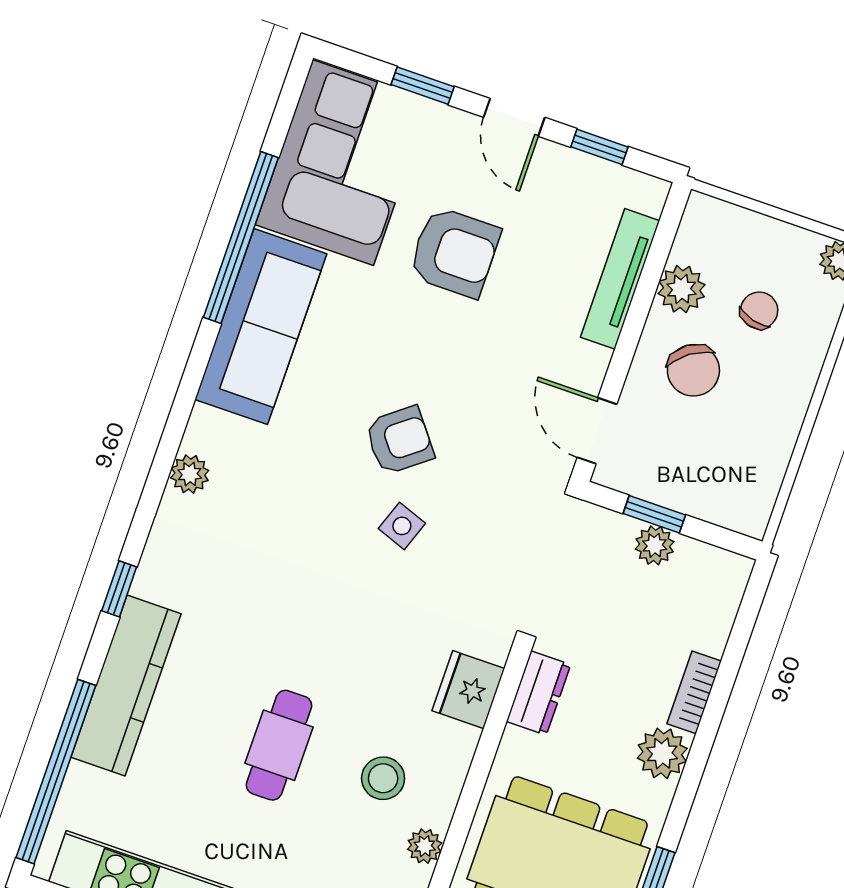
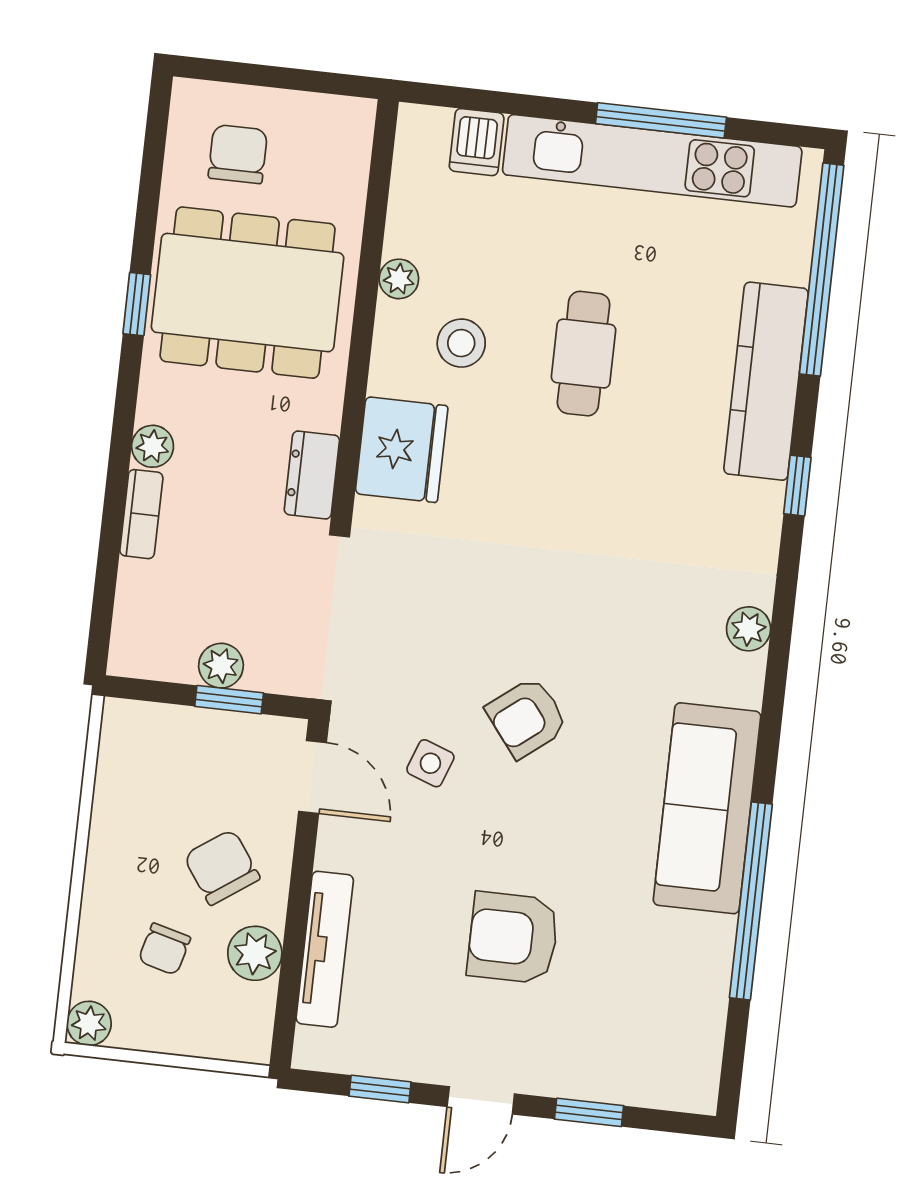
door: (514, 117) -> (481, 1100), swing flipped
corner sofa: (343, 163) -> (657, 1008), removed
side table: (402, 526) -> (430, 763), moved
fridge: (468, 690) -> (402, 450), width x1.36, depth x1.34
plant: (662, 753) -> (153, 446), width x0.73, depth x0.73

